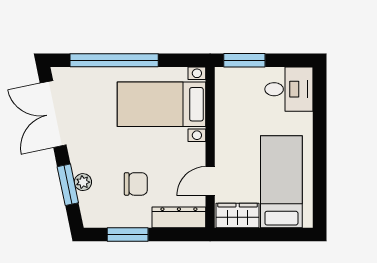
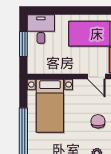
window: (244, 60) -> (23, 44), moved

